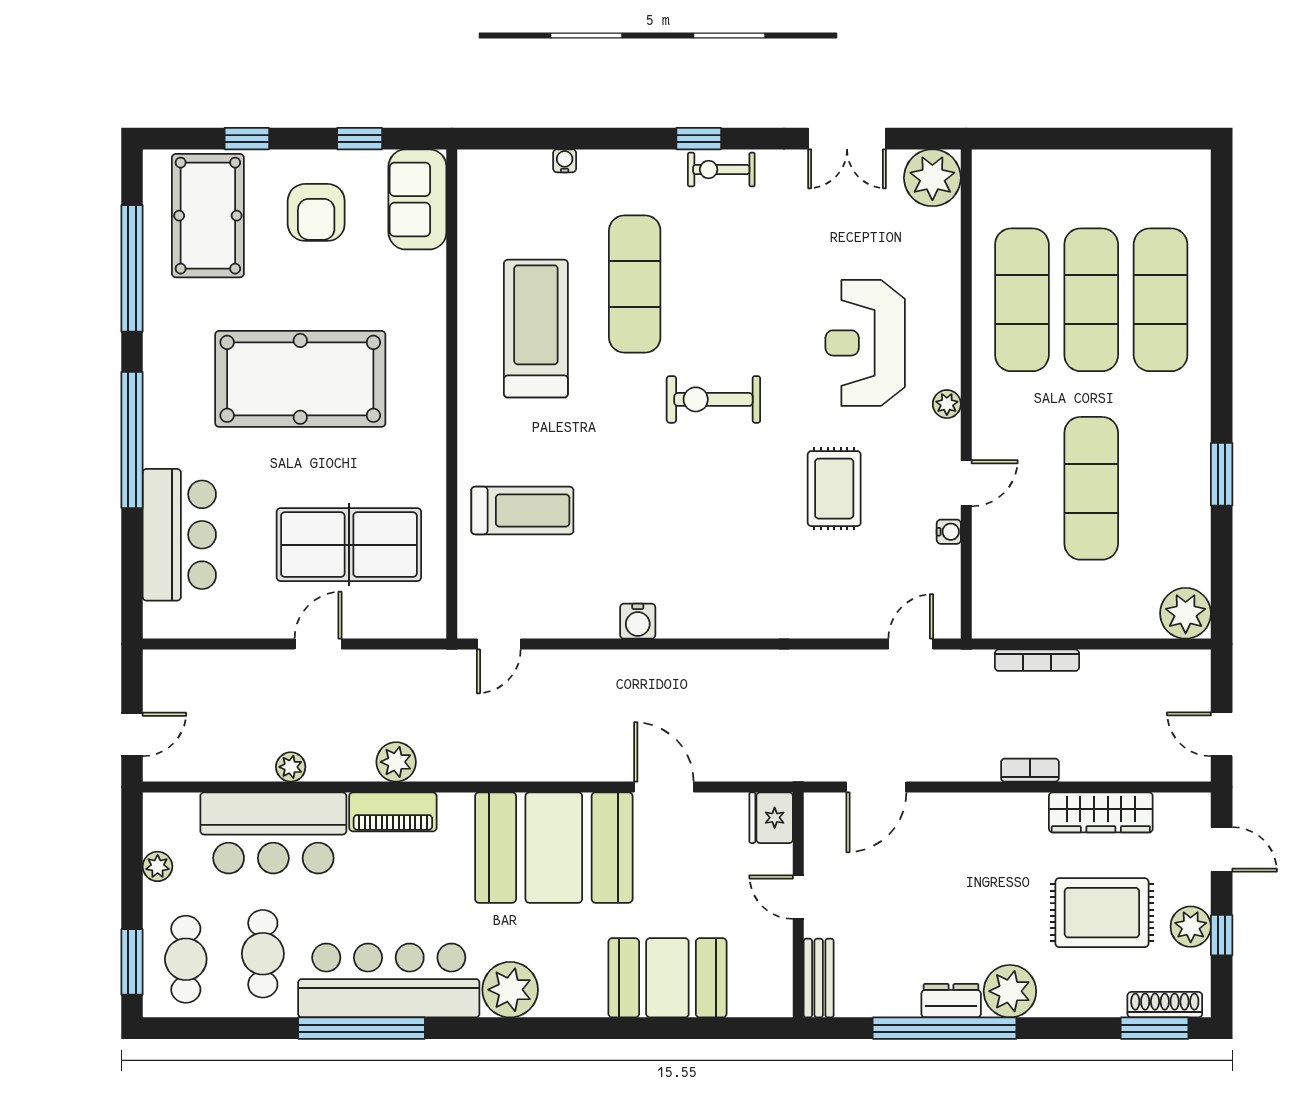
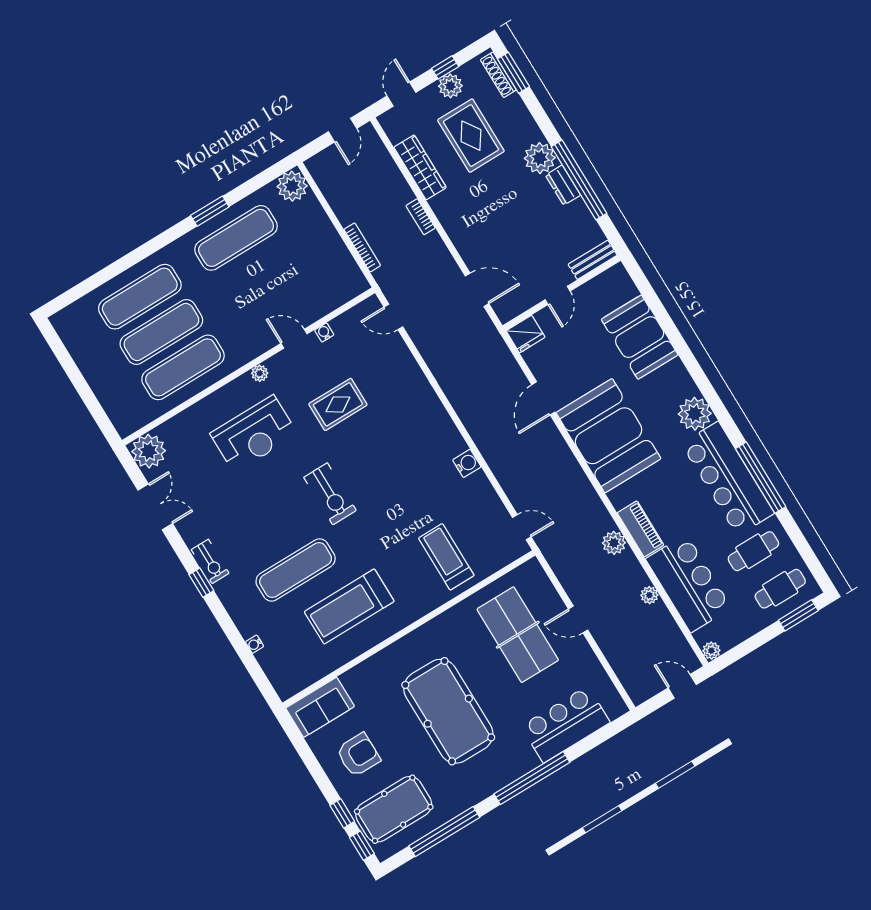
window: (360, 139) -> (362, 846), moved
exercise mat: (1091, 488) -> (236, 238), moved
plant: (158, 866) -> (711, 651), moved

